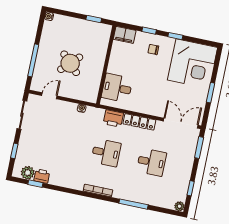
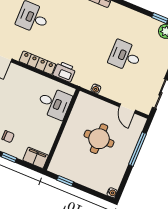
round table: (70, 63) -> (99, 139), turned 45
door: (49, 96) -> (127, 108), hinge flipped
desk: (106, 153) -> (125, 56), moved
printer: (42, 176) -> (152, 25), removed

